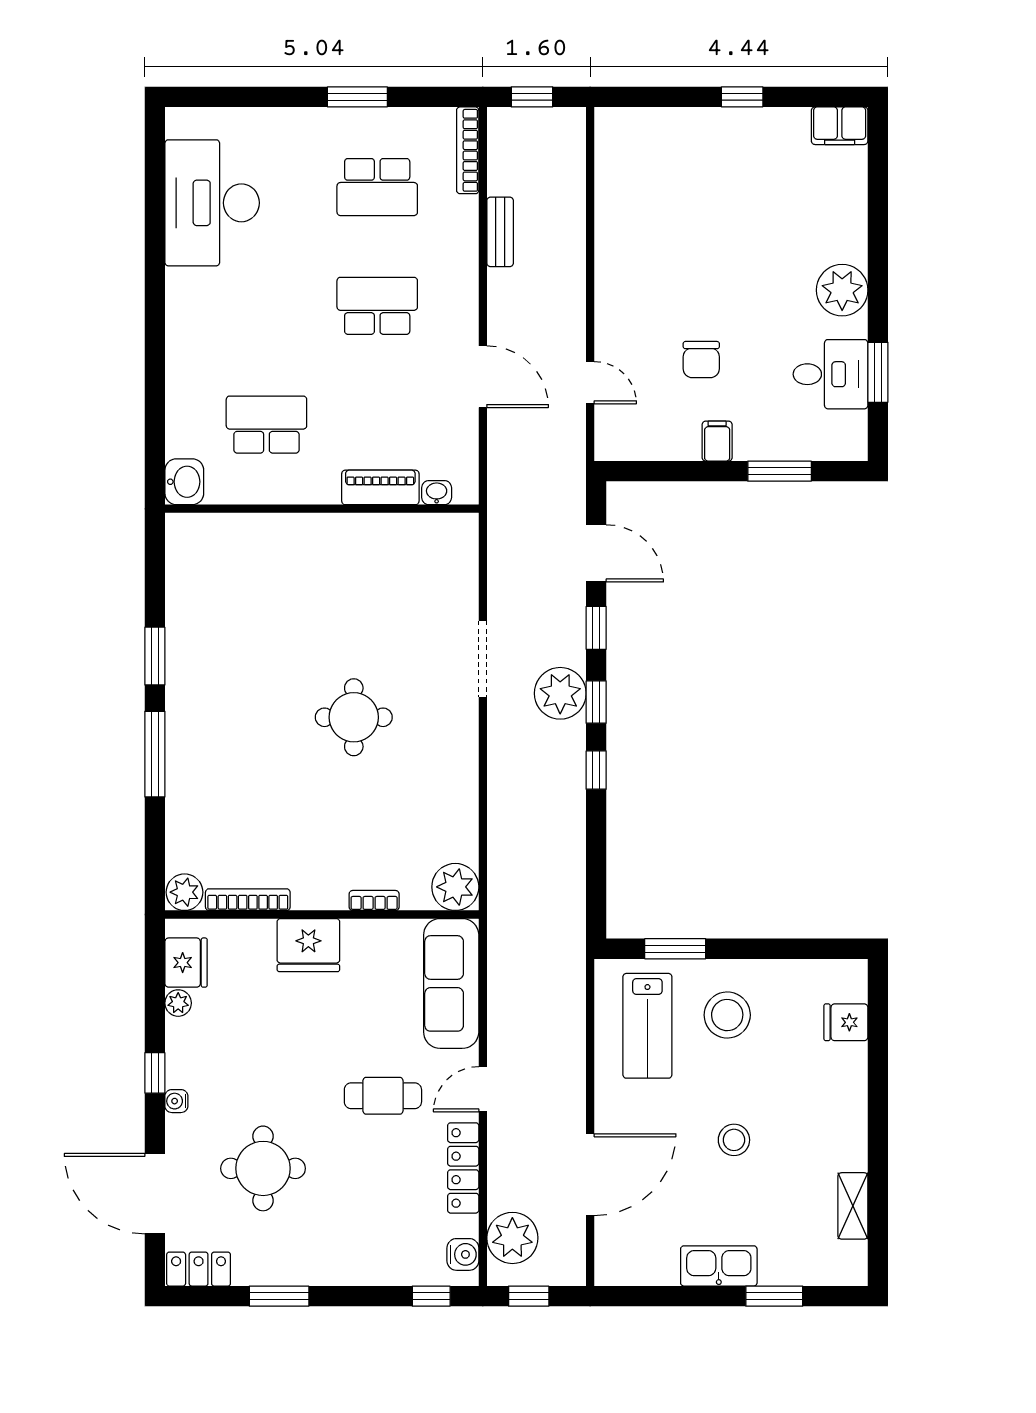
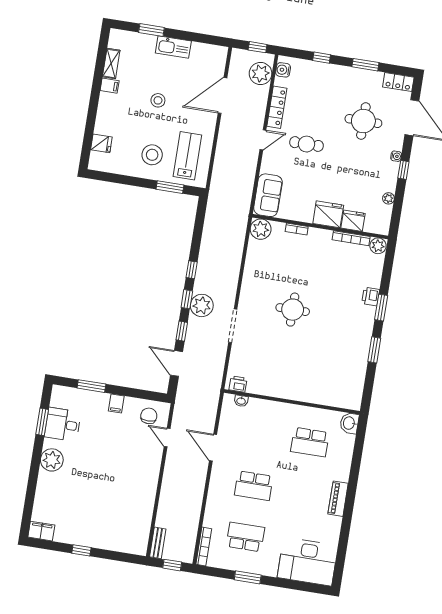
desk: (212, 203) -> (308, 562), moved, turned 90
bench: (500, 232) -> (158, 543), moved
chair: (701, 360) -> (149, 416), moved
piano: (380, 487) -> (338, 499), moved, turned 90
printer: (450, 529) -> (238, 384), added
window: (155, 754) -> (381, 308), width x0.69
printer: (183, 775) -> (371, 297), added
fridge: (186, 963) -> (353, 221), moved, turned 90
sofa: (451, 983) -> (268, 195), width x0.73
filing cabinet: (848, 1155) -> (110, 86), added
window: (431, 1296) -> (322, 58), moved

